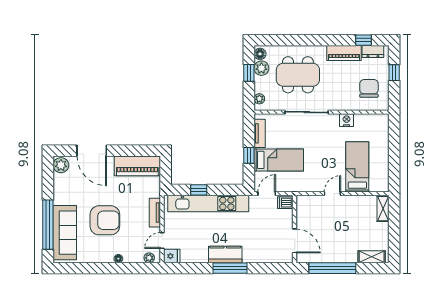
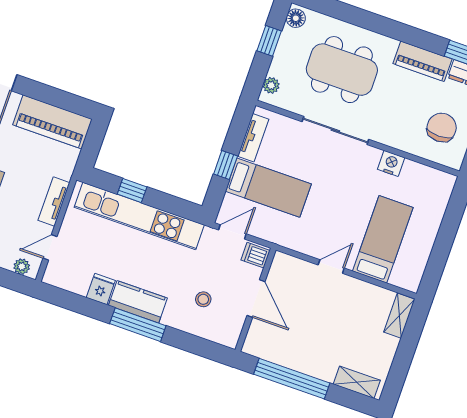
plant: (261, 68) -> (290, 40), removed
stool: (263, 240) -> (203, 299), added
door: (295, 241) -> (256, 298), moved
fridge: (172, 256) -> (101, 289), moved, turned -90

